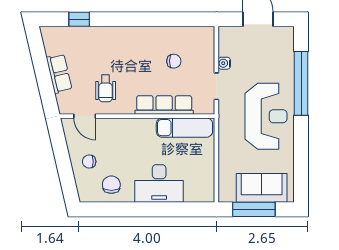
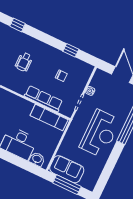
window: (170, 19) -> (71, 50), added
wheelchair: (106, 88) -> (24, 62), moved
sofa: (262, 188) -> (67, 169), moved
washbasin: (195, 194) -> (37, 159), added

